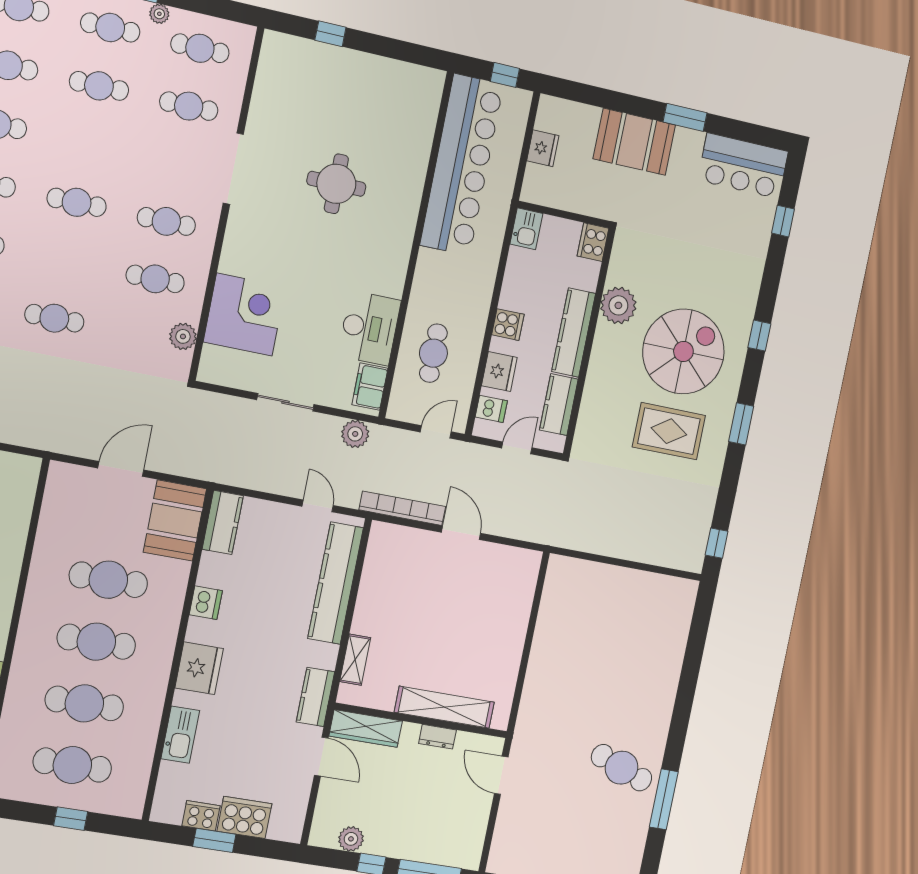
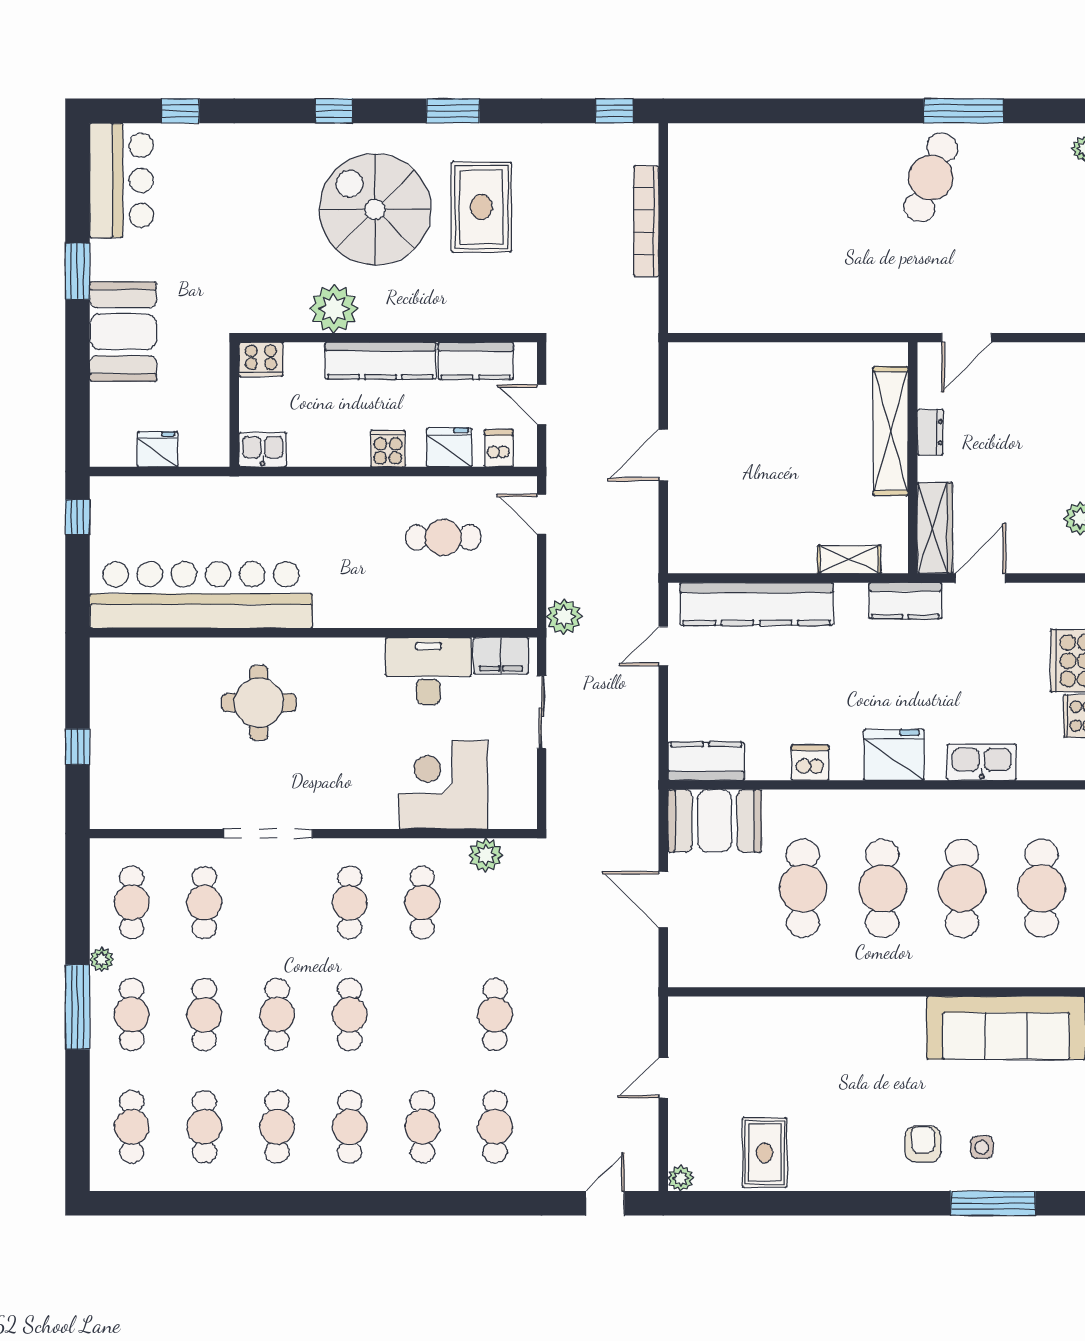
cafe table: (88, 144) -> (277, 1015), added
bar counter: (462, 165) -> (201, 595), moved
wall: (416, 245) -> (313, 633), moved
desk: (369, 328) -> (428, 671), moved
filing cabinet: (370, 387) -> (501, 656), moved
bookcase: (402, 508) -> (646, 221), moved

